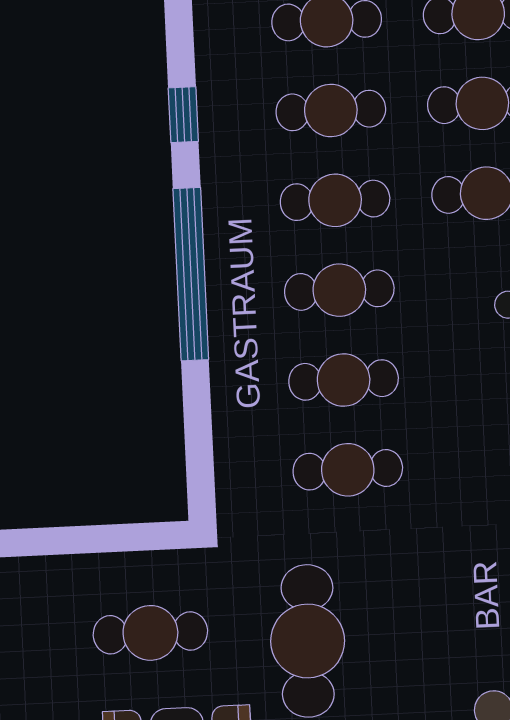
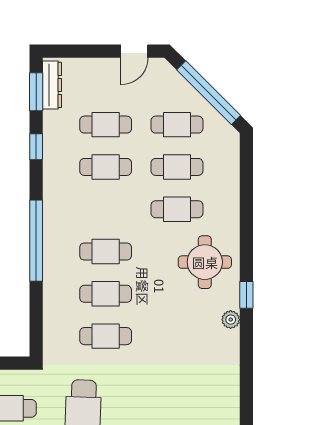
window: (183, 115) -> (36, 147), moved
cafe table: (335, 200) -> (106, 209), removed

